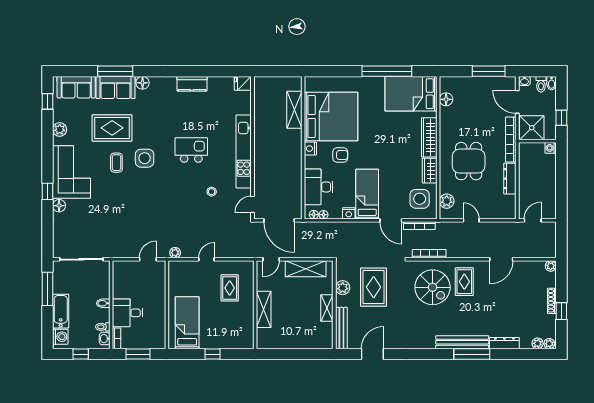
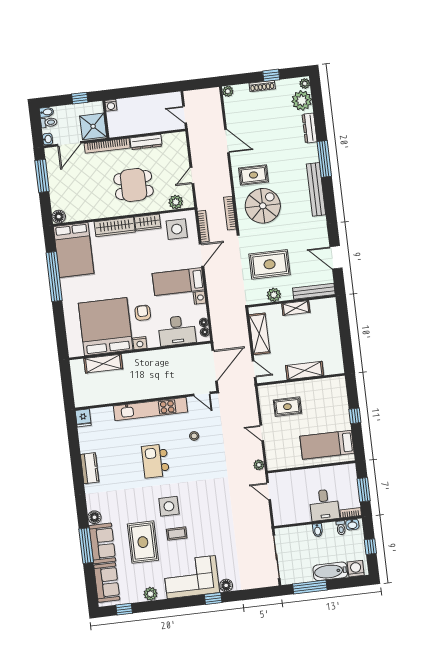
floor lamp: (446, 99) -> (59, 217), moved
bench: (462, 342) -> (316, 189), moved
plant: (538, 343) -> (302, 100), width x1.88, depth x1.88

